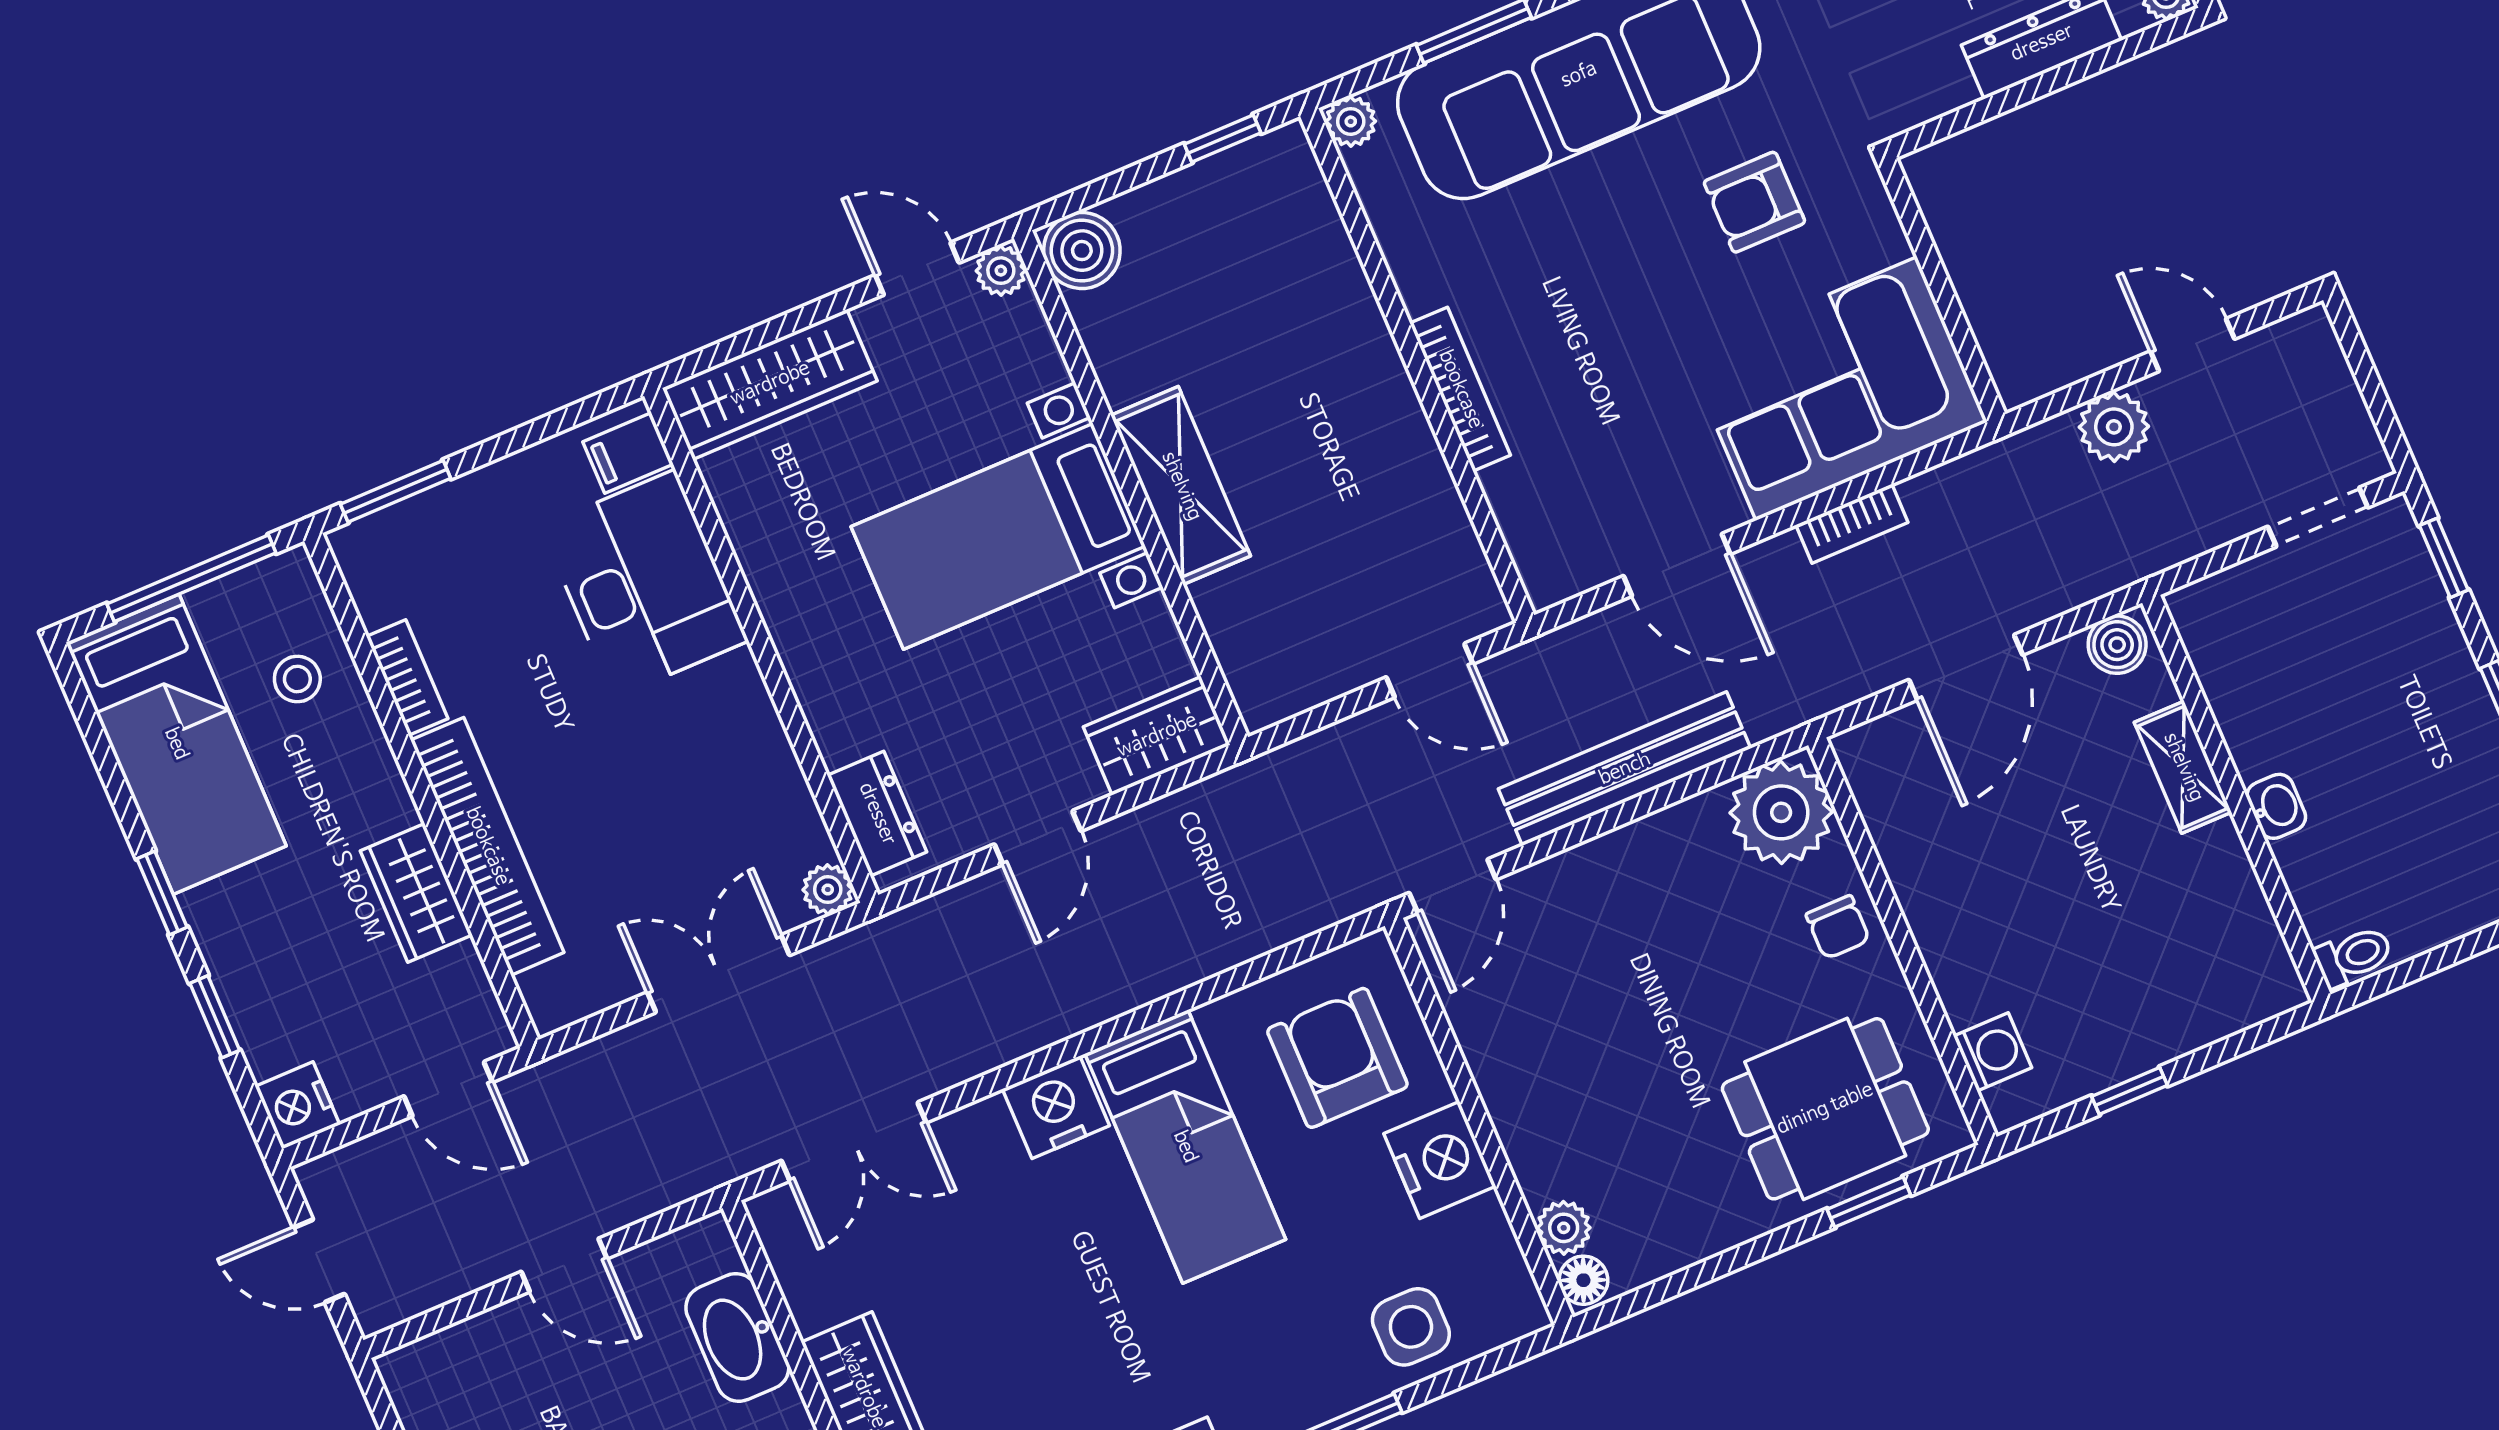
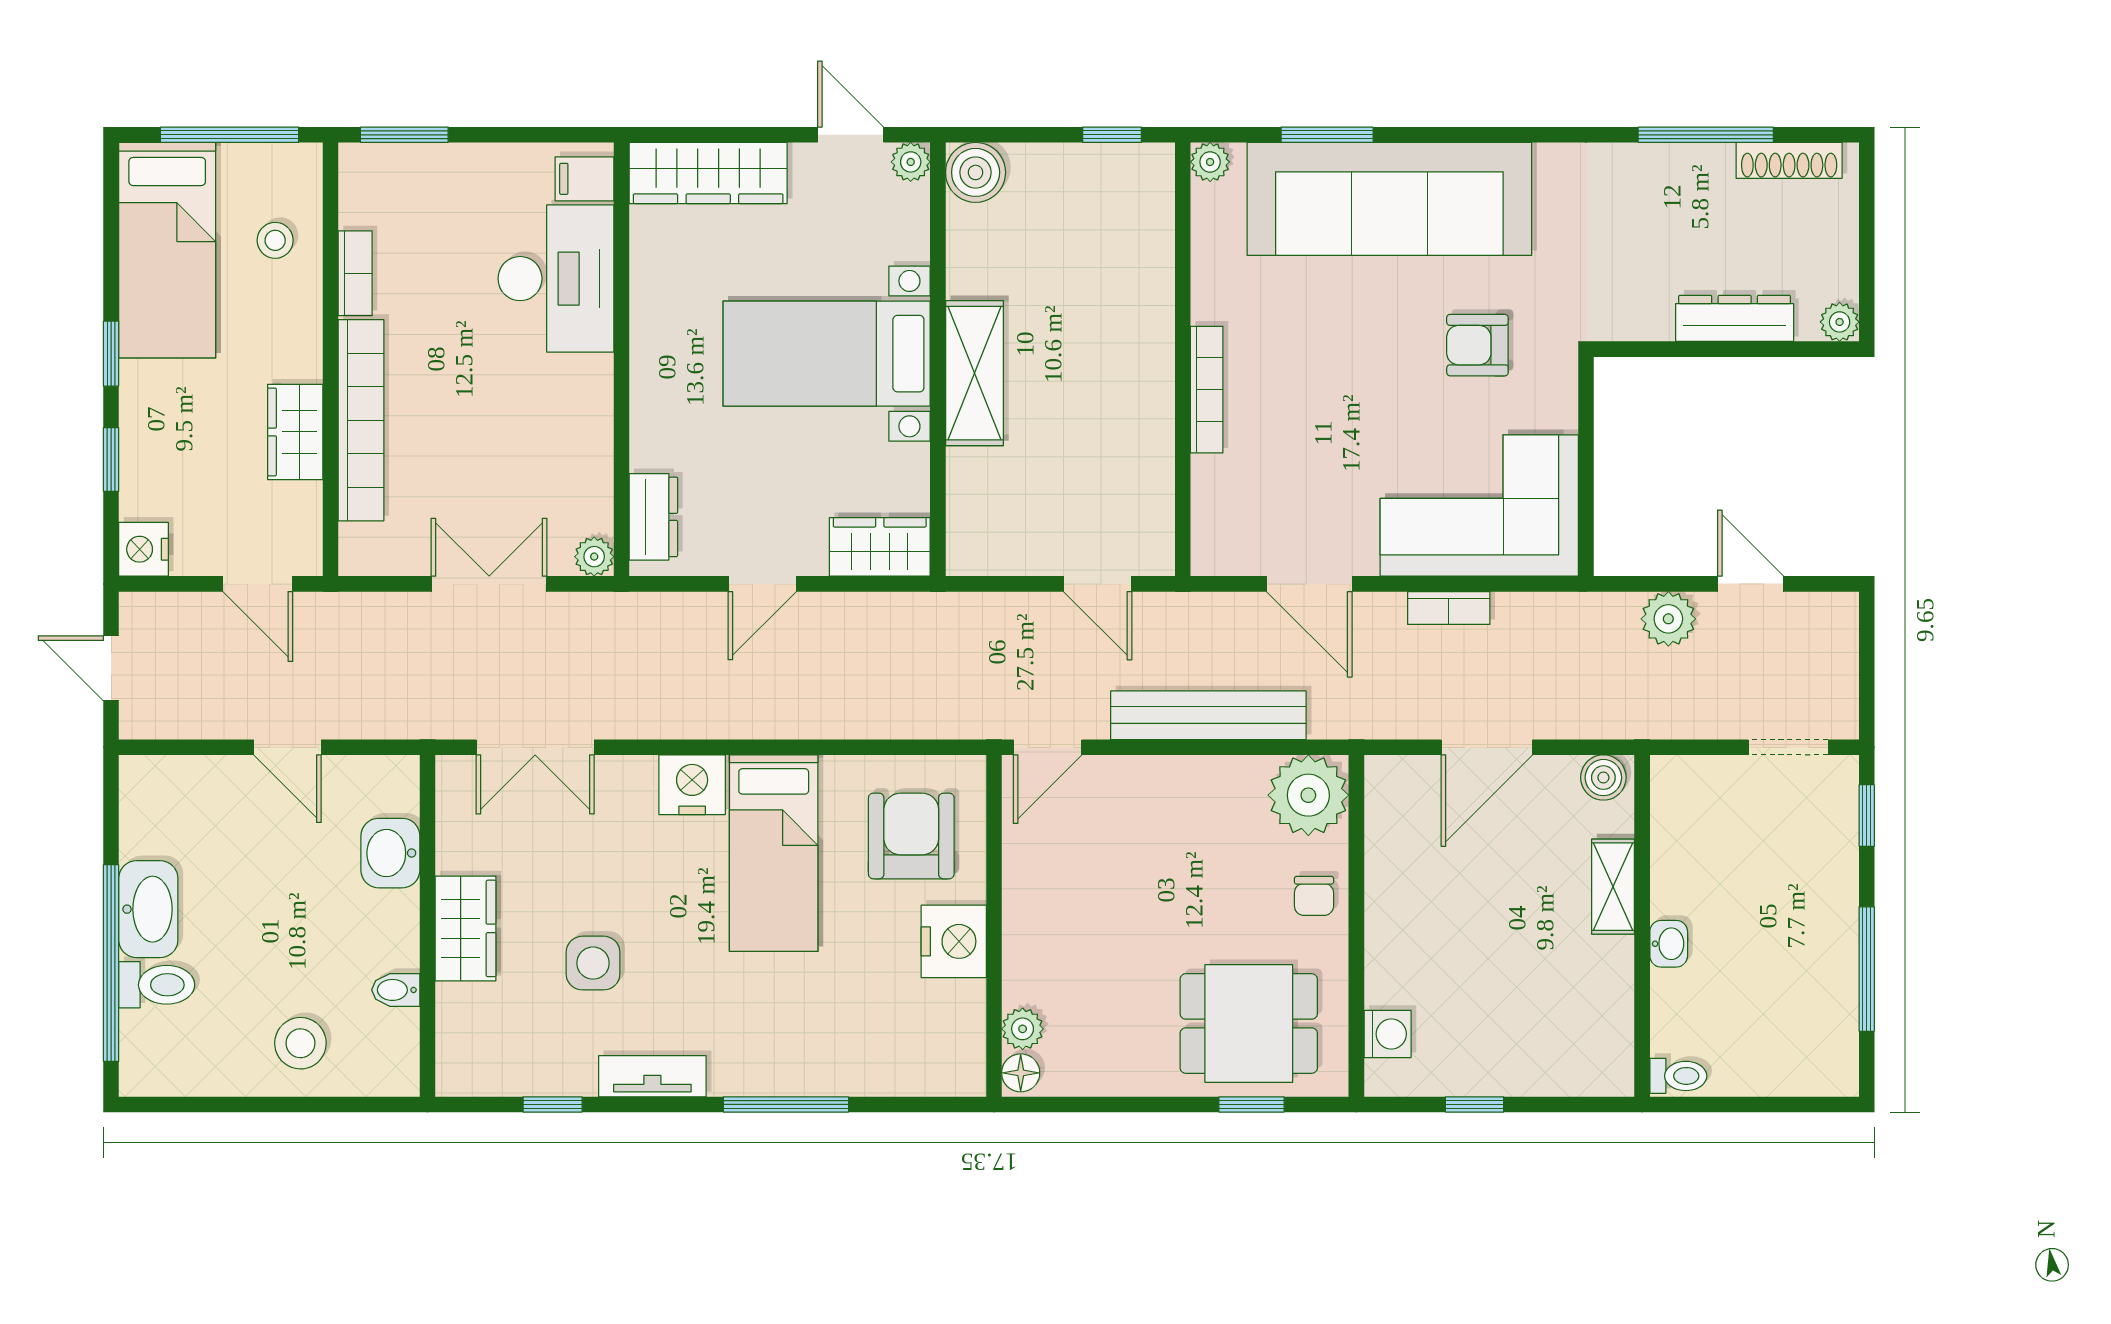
side table: (1411, 1327) -> (593, 963), moved
washbasin: (737, 1337) -> (390, 853), width x0.72

